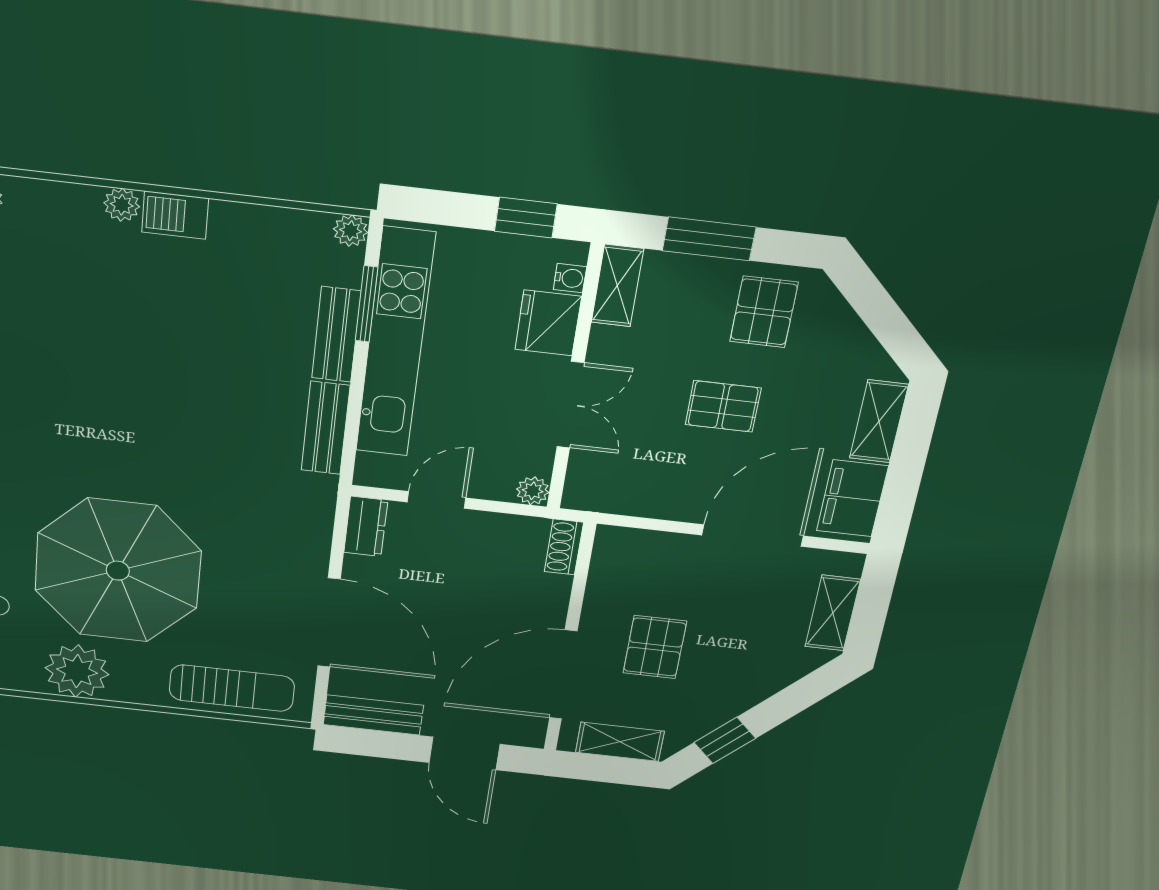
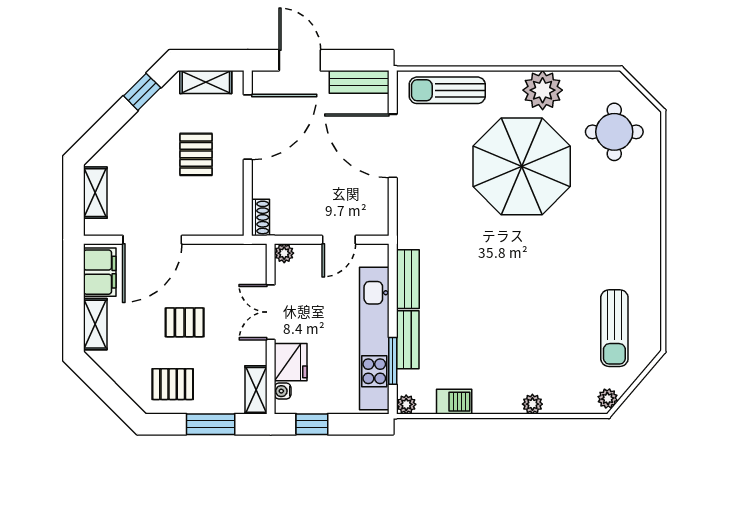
barbecue: (175, 215) -> (454, 402), moved
pallet: (764, 312) -> (173, 384), turned 90
dresser: (366, 526) -> (378, 216), removed

